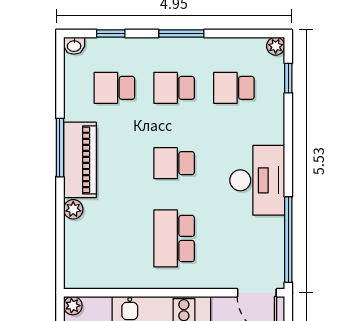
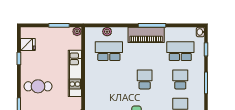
school desk: (114, 88) -> (180, 51), width x1.85
plant: (73, 209) -> (107, 32), moved
school desk: (174, 238) -> (109, 51), moved

